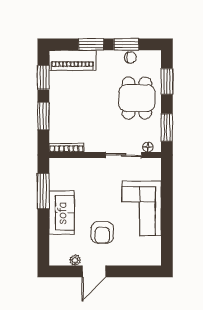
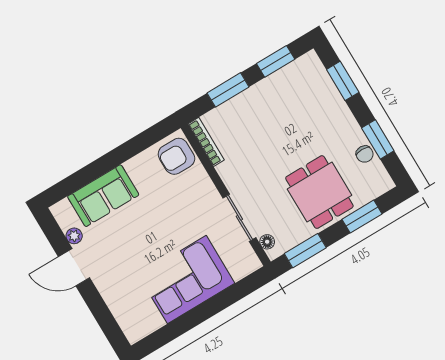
window: (91, 44) -> (343, 81), moved
piano: (72, 60) -> (318, 85), removed
dining table: (137, 98) -> (319, 192), turned 90
window: (43, 191) -> (135, 146), removed
sofa: (62, 213) -> (103, 196), moved
armchair: (102, 233) -> (176, 156), moved

